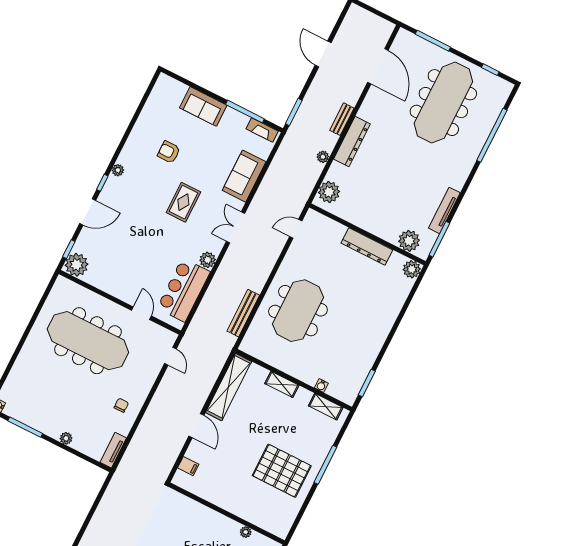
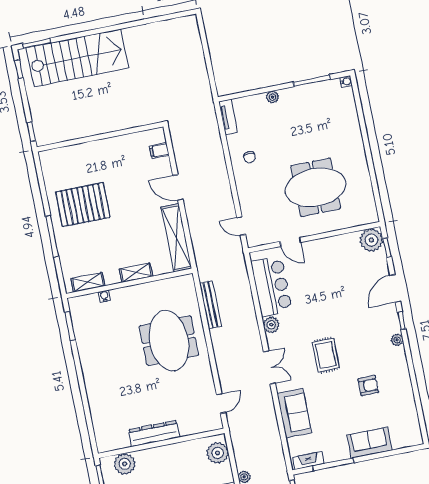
plant: (412, 269) -> (105, 443), removed
meeting table: (88, 341) -> (316, 187), width x0.73
plant: (246, 532) -> (73, 134), removed

